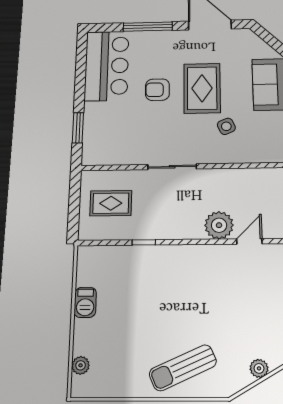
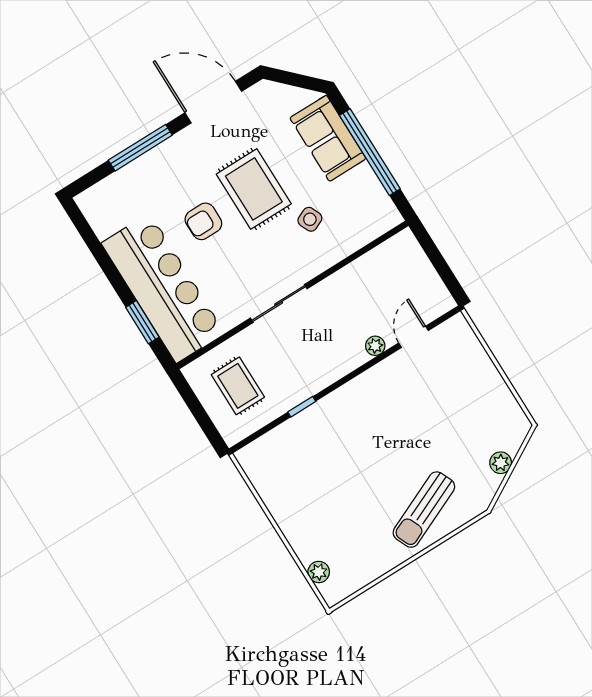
bar counter: (107, 66) -> (163, 288), moved, width x1.36
rug: (111, 203) -> (238, 386), turned 90
plant: (219, 225) -> (375, 346), width x0.53, depth x0.53
barbecue: (85, 302) -> (281, 507), removed

